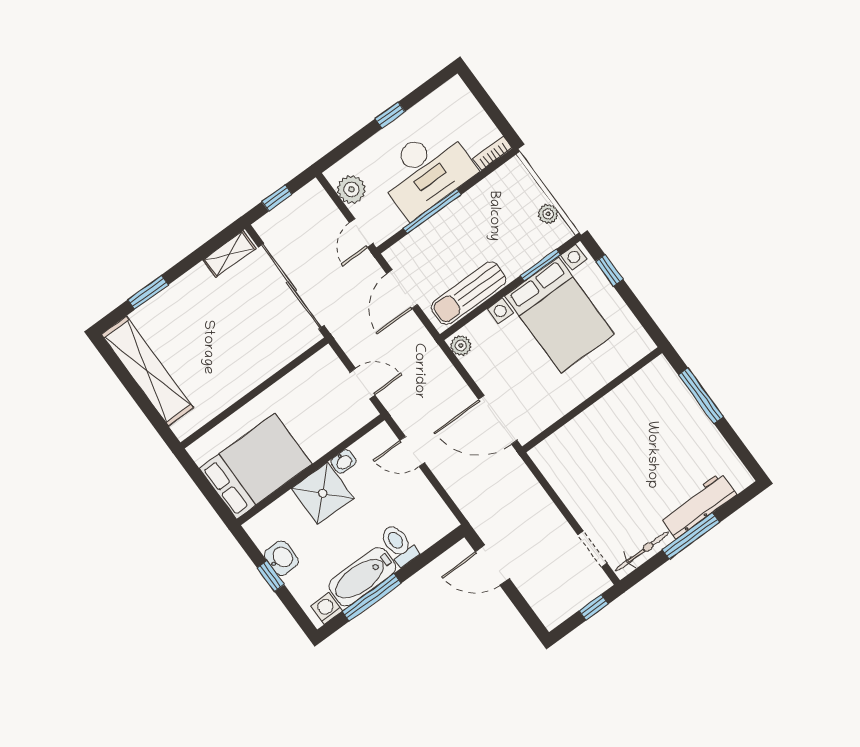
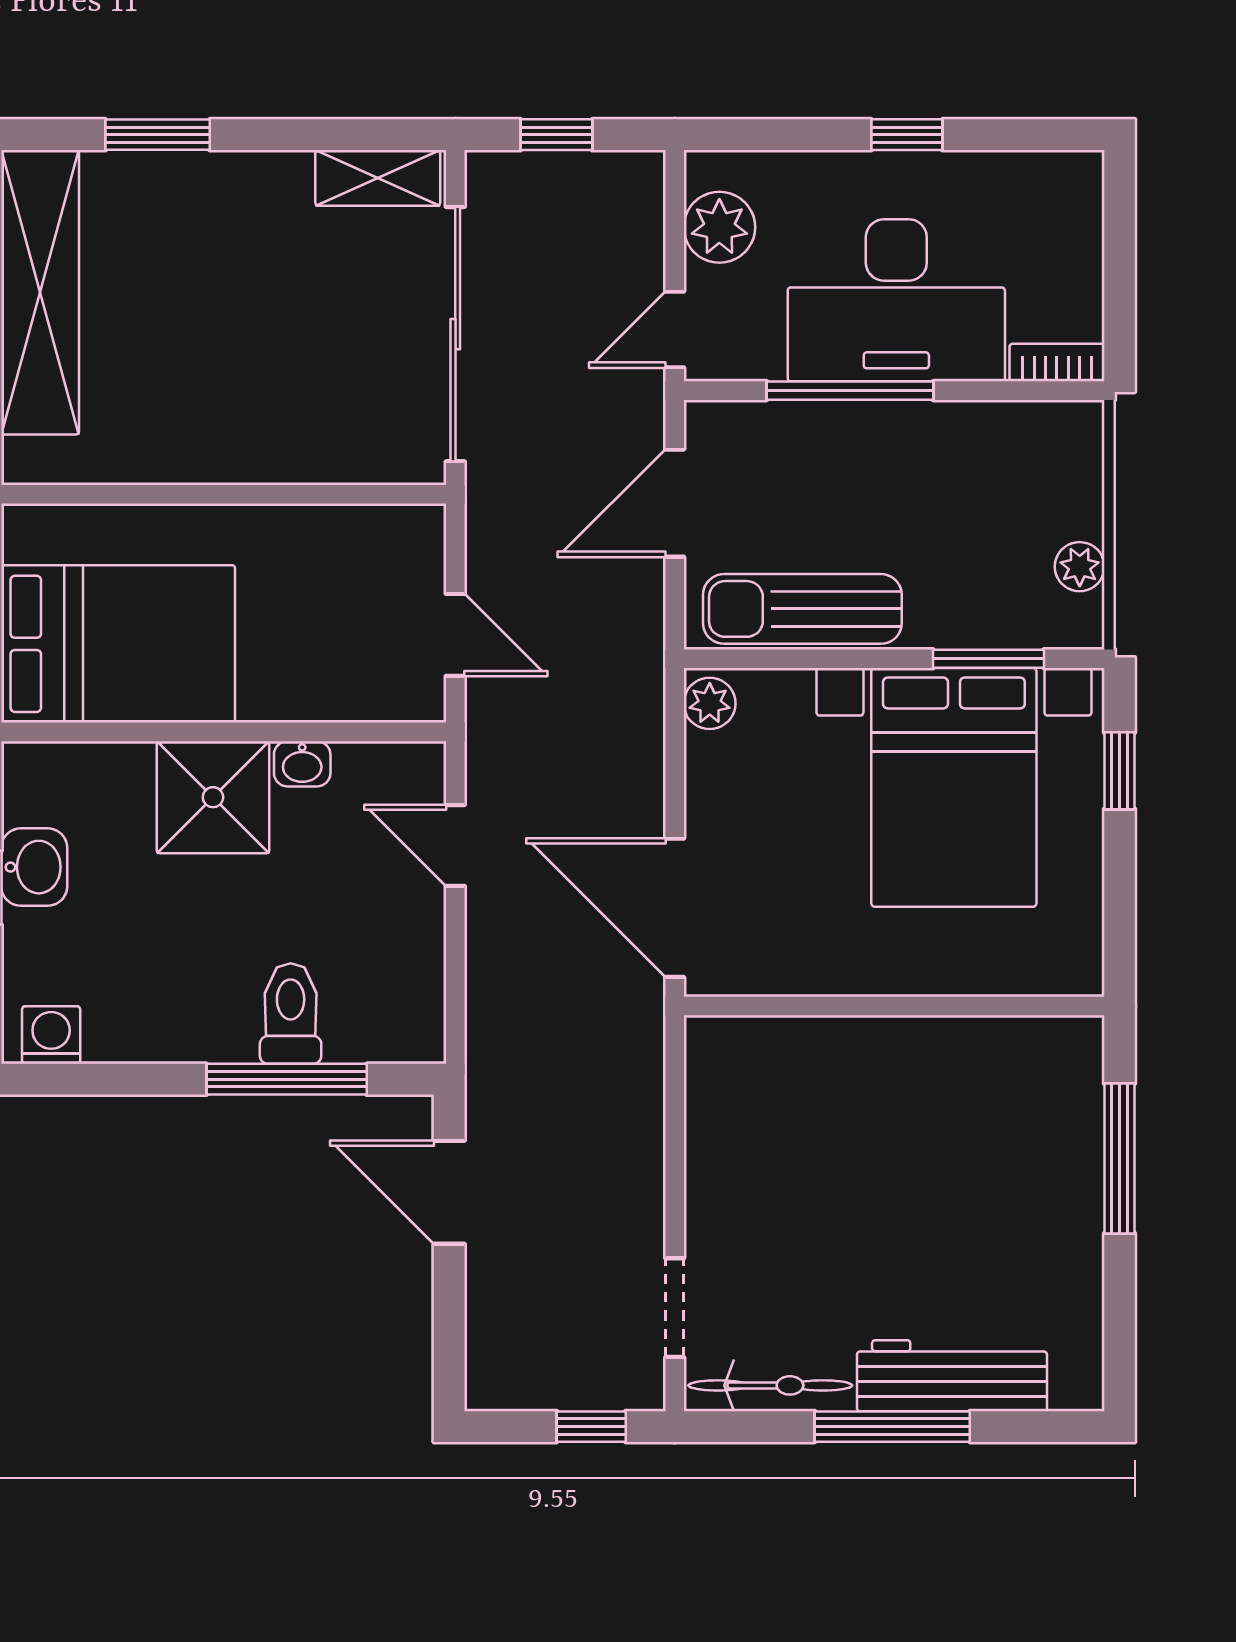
bathtub: (362, 577) -> (170, 1024), removed
window: (372, 597) -> (287, 1079), moved

